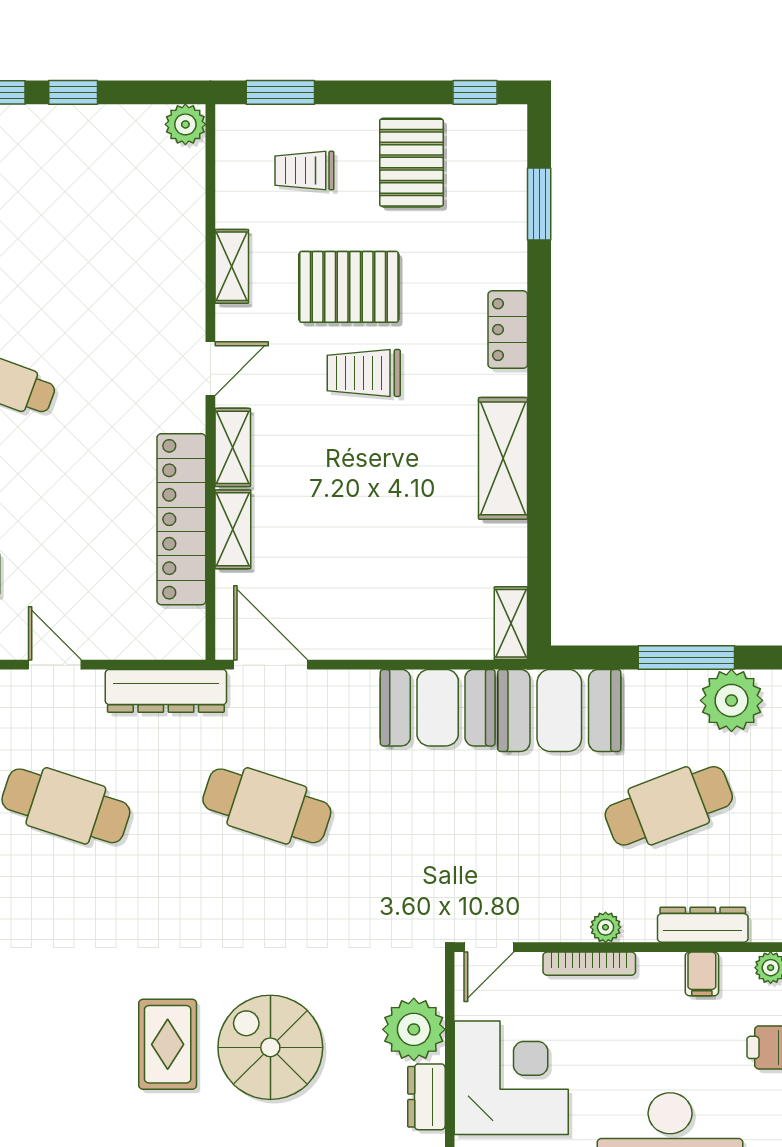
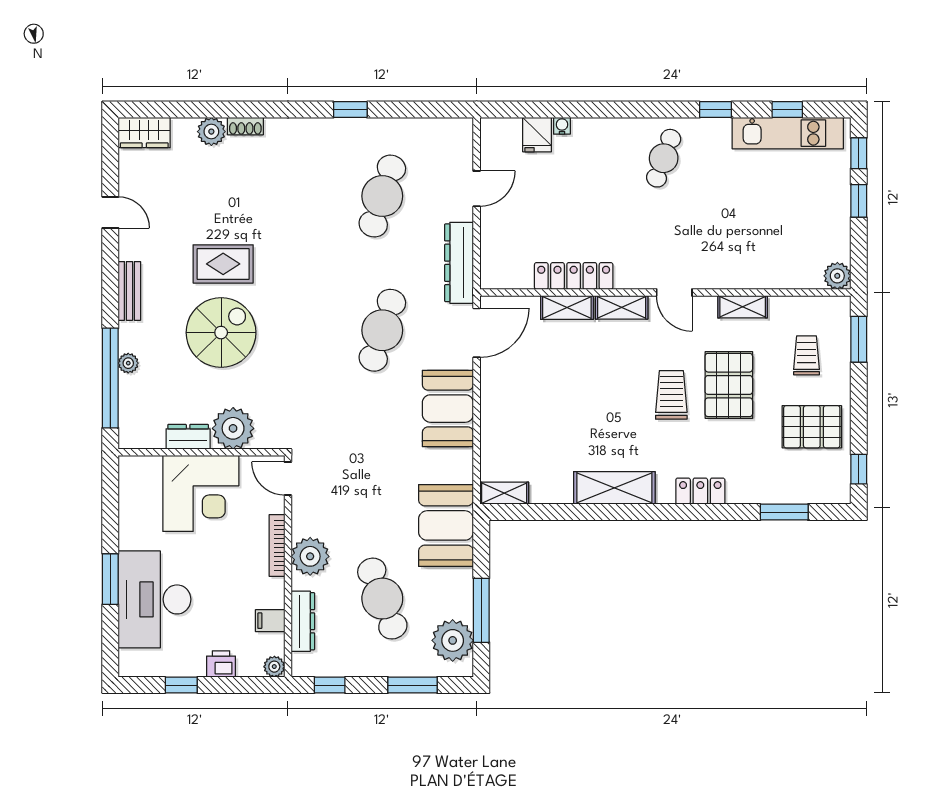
locker: (181, 519) -> (574, 276), width x0.71, depth x0.83
booth: (438, 708) -> (448, 409), moved
plant: (606, 927) -> (310, 556), width x1.88, depth x1.88

